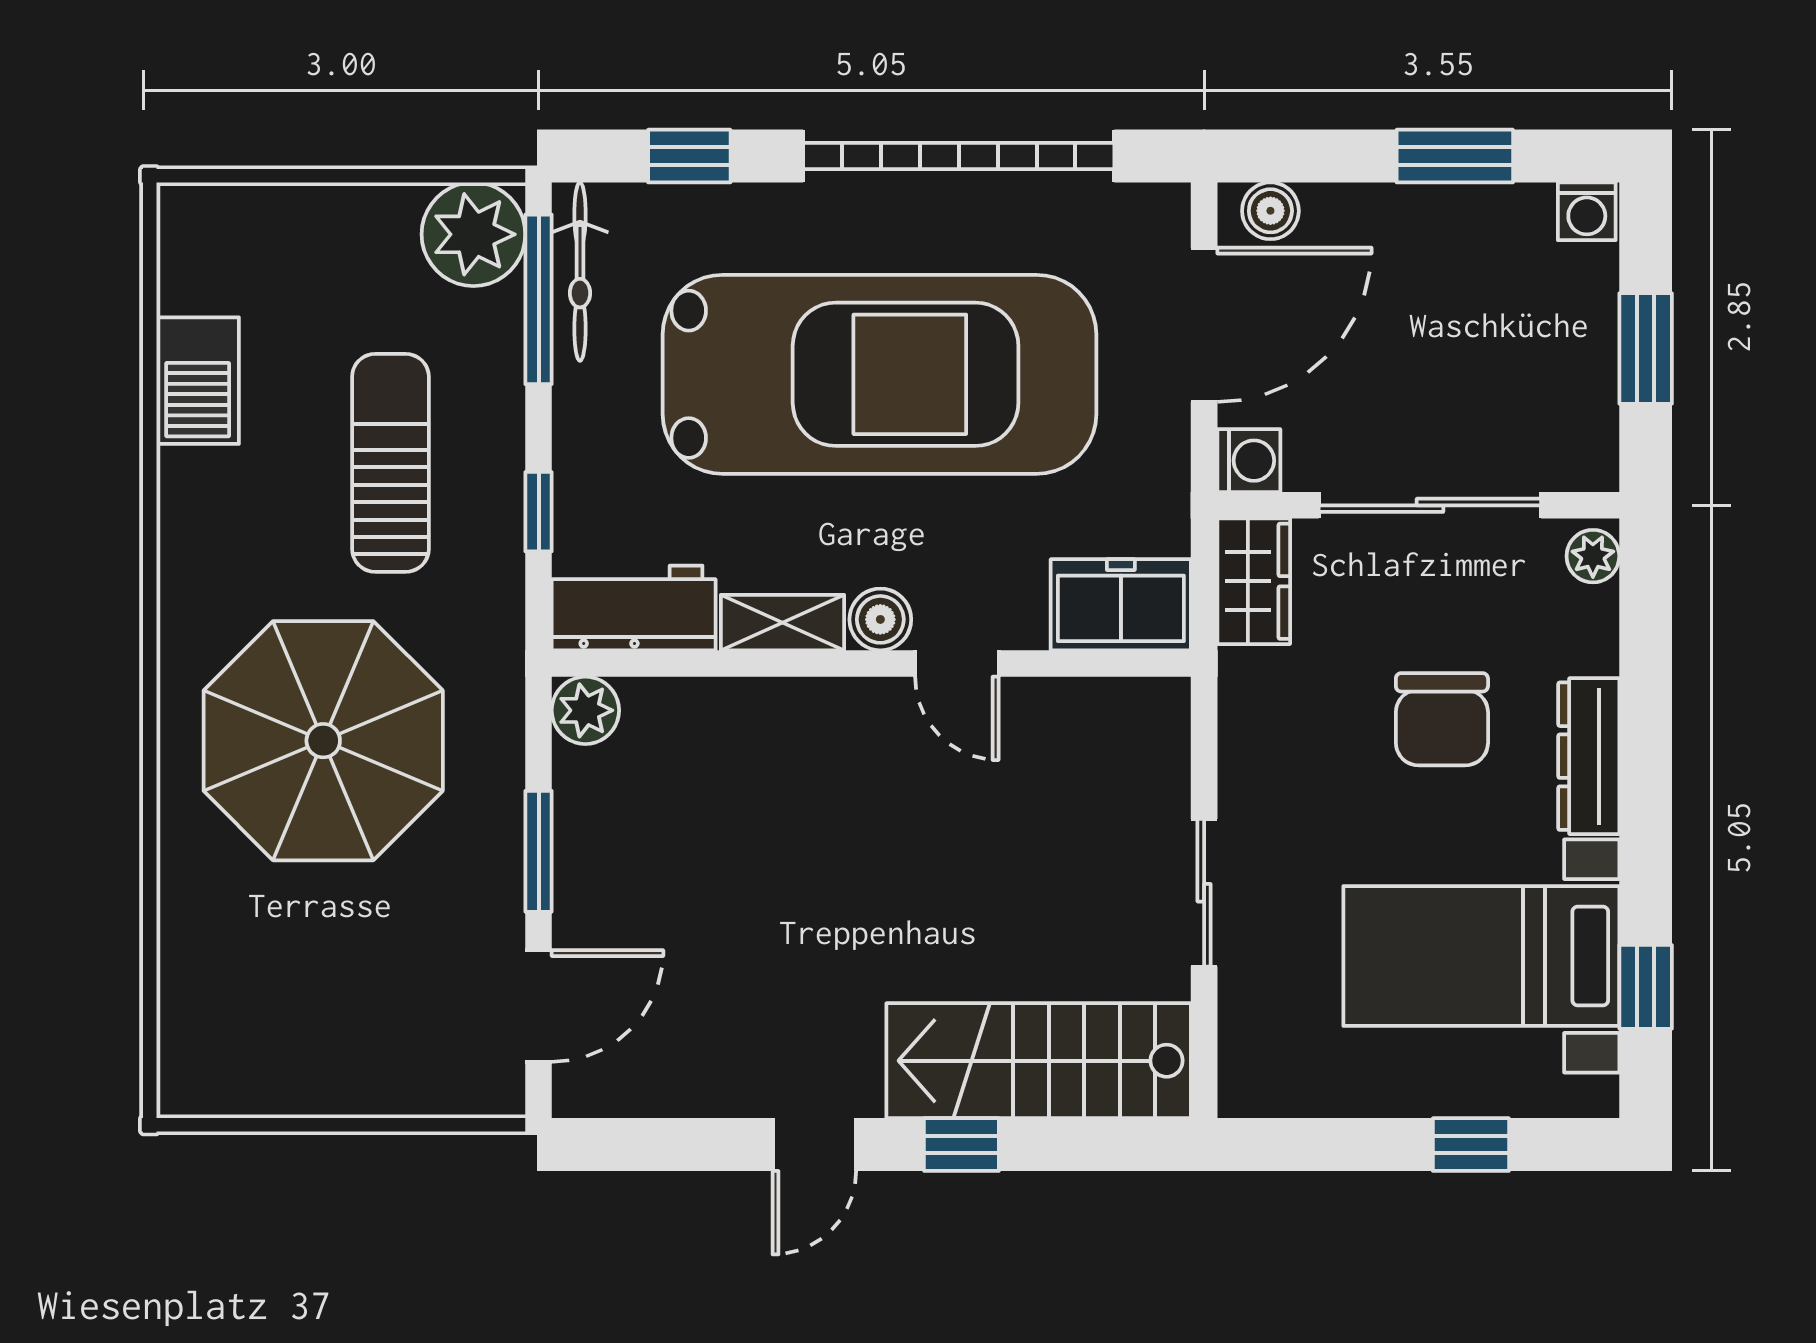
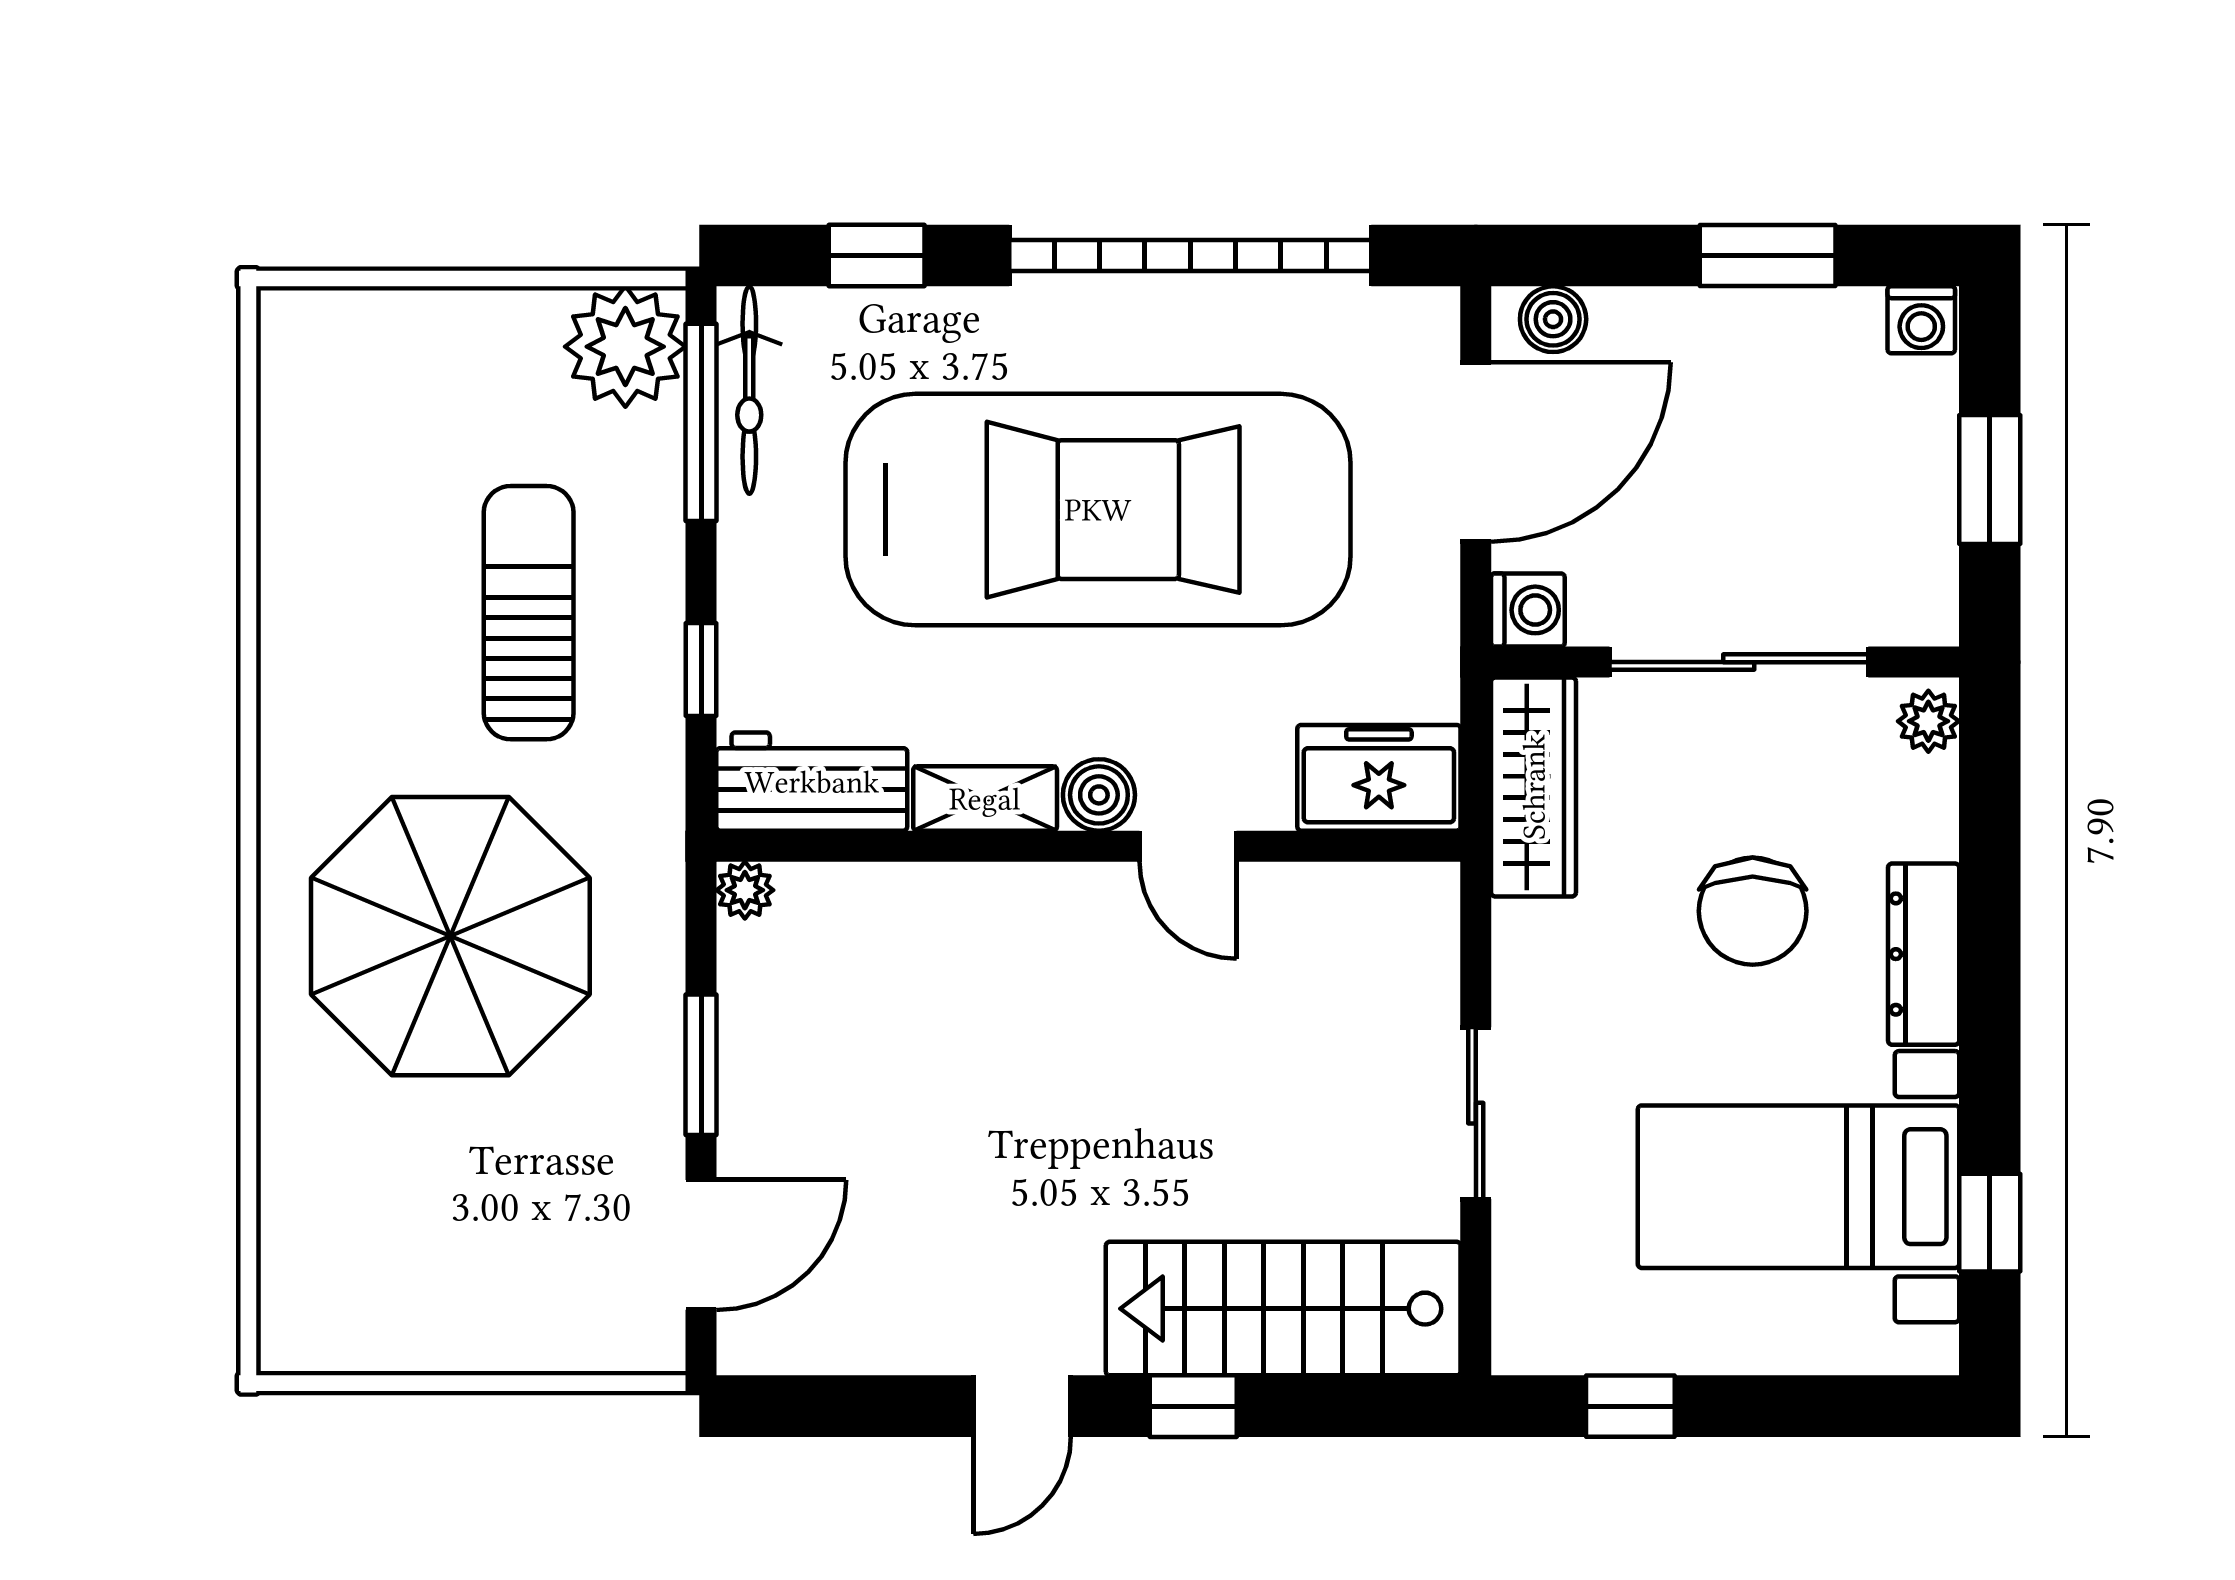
barbecue: (198, 381) -> (304, 517), removed
wardrobe: (1254, 581) -> (1534, 787), width x1.50
plant: (585, 710) -> (745, 890), width x0.73, depth x0.73
window: (1471, 1145) -> (1630, 1406), moved

